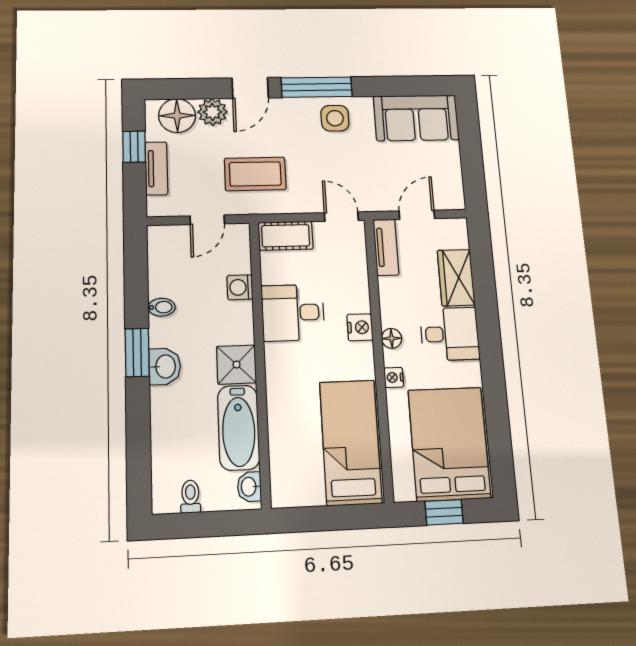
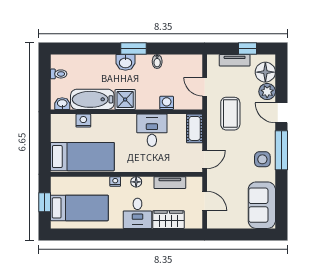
tv unit: (386, 247) -> (170, 183), moved
nightstand: (360, 327) -> (83, 121), moved, turned 180
bed: (449, 444) -> (79, 208), width x0.67

